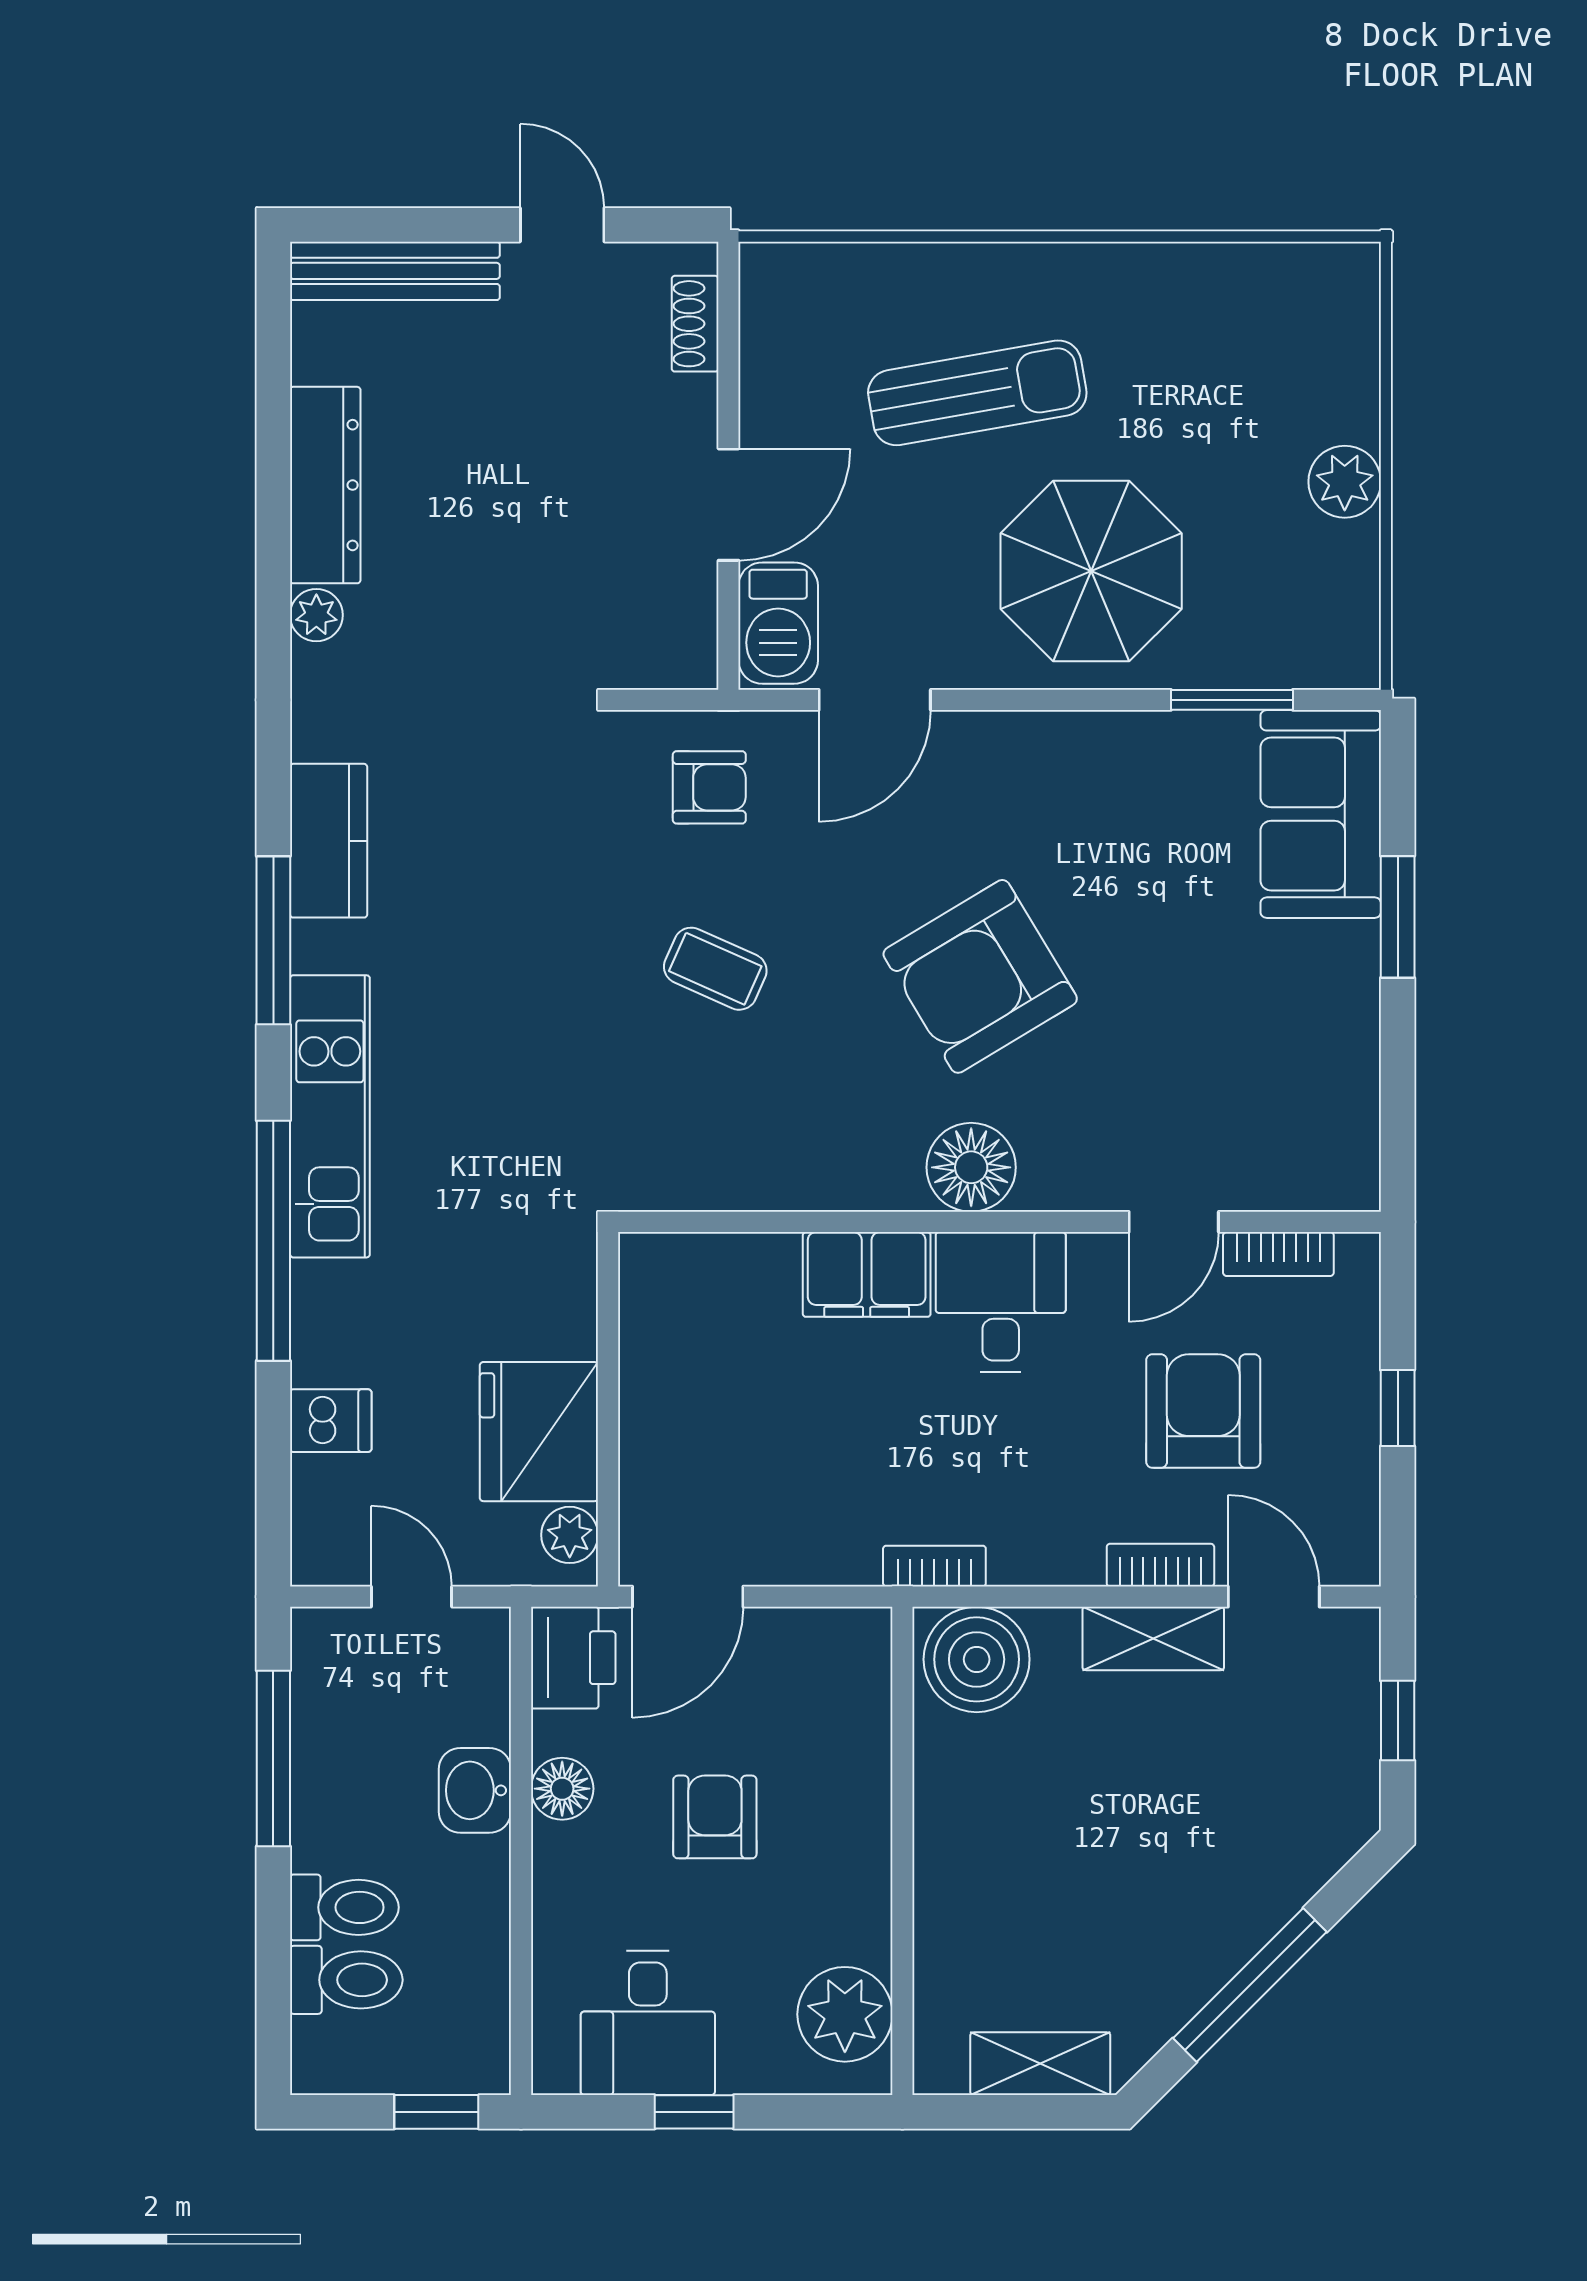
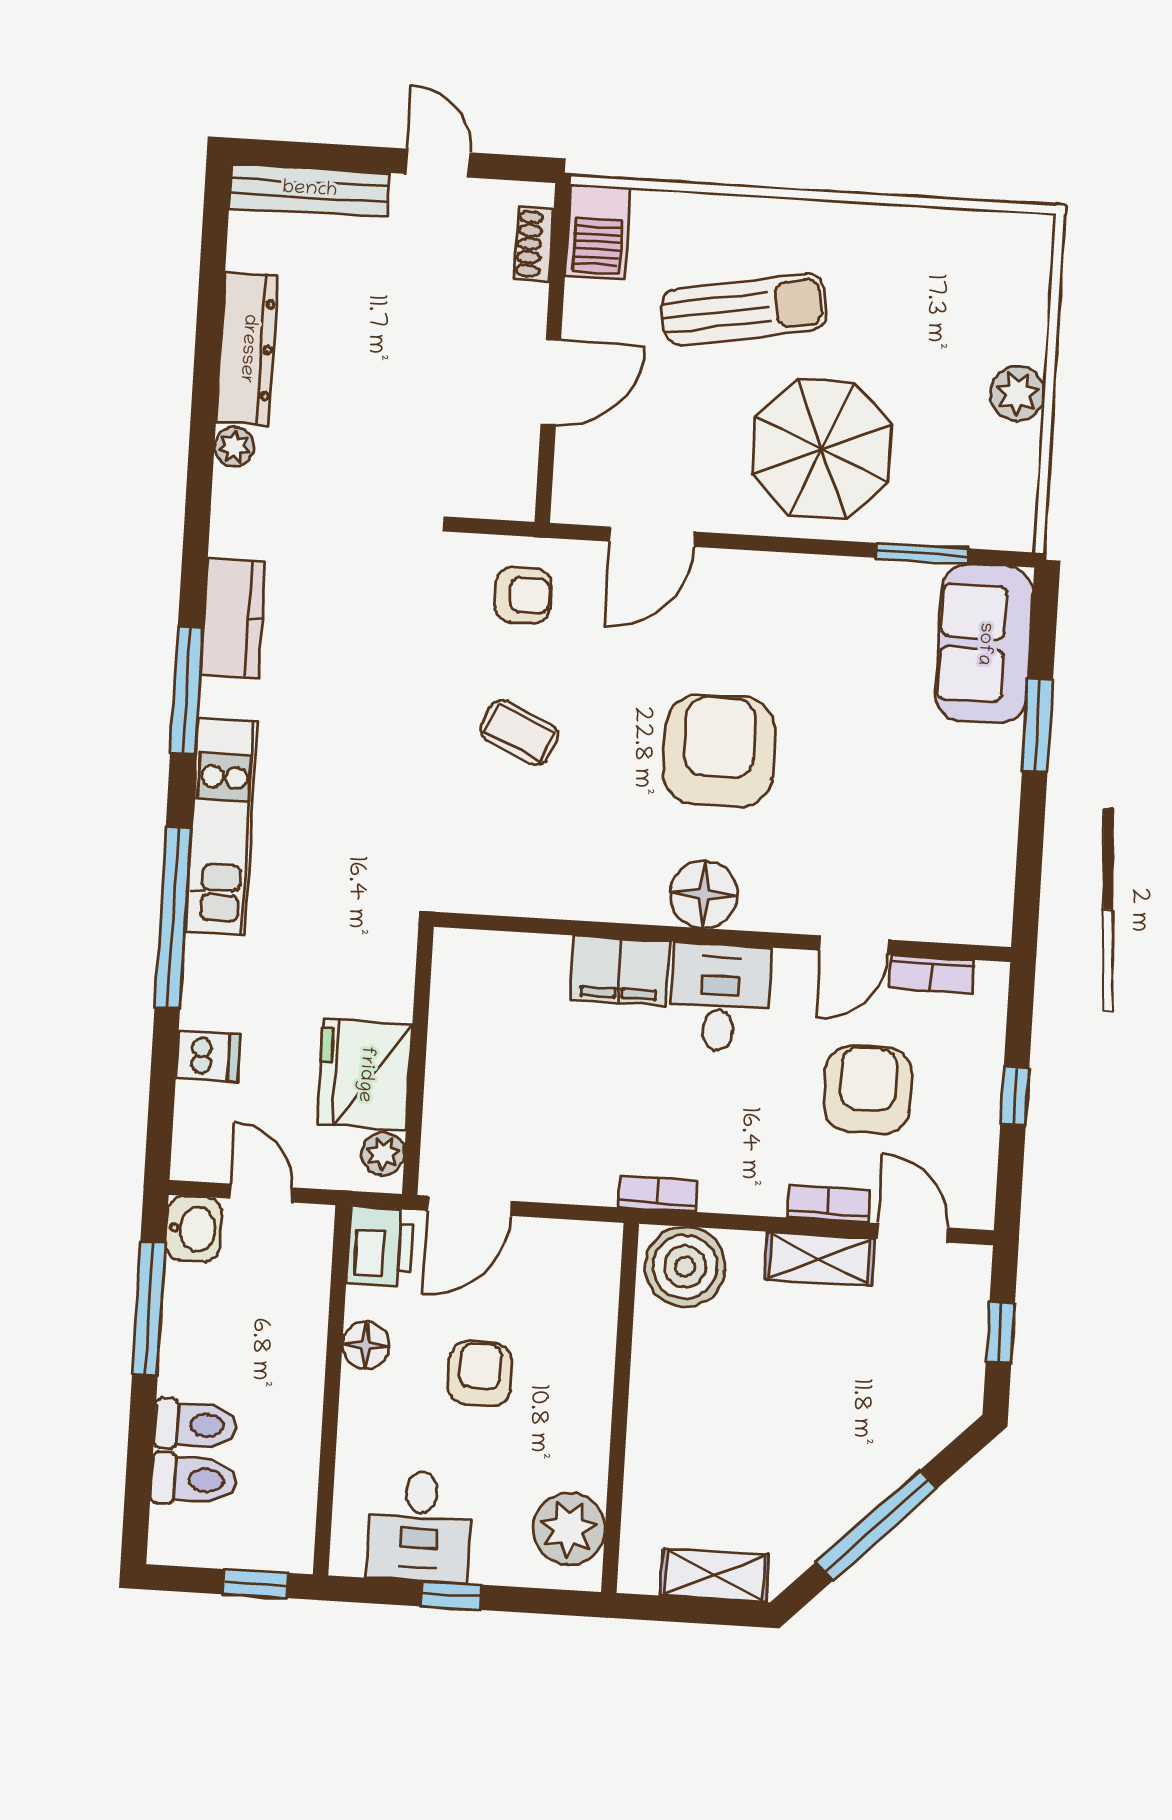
barbecue: (778, 623) -> (598, 232), moved
armchair: (980, 976) -> (719, 751), turned 121
washbasin: (475, 1790) -> (194, 1229), moved, turned 180

